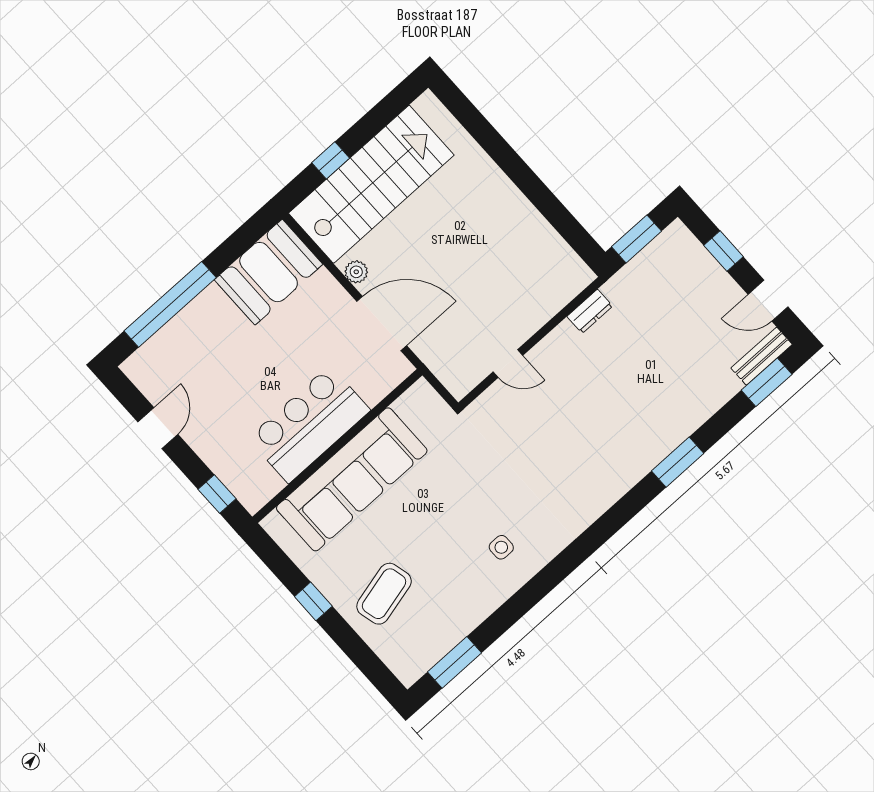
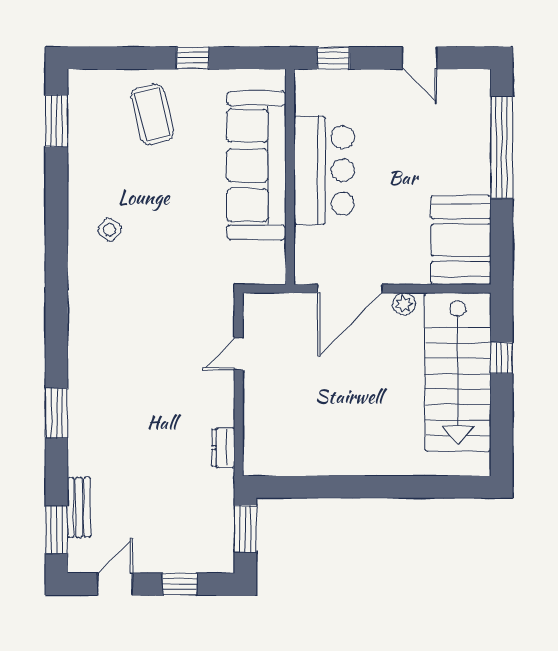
bench: (762, 356) -> (79, 507), moved
side table: (501, 547) -> (110, 230), turned 36

